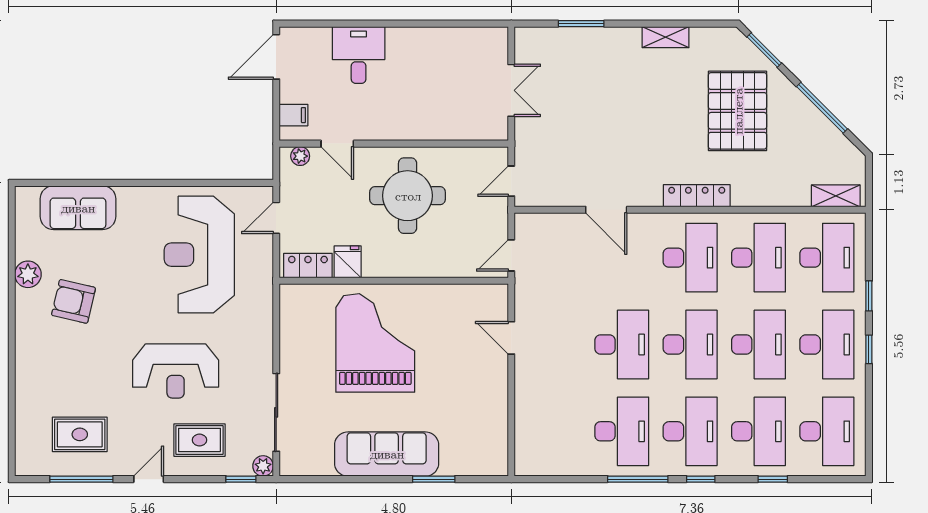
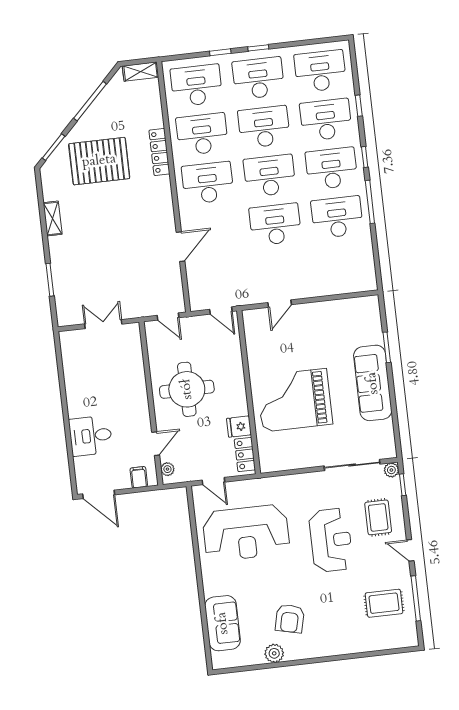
locker: (697, 196) -> (159, 152), moved
shelving: (836, 196) -> (141, 72), moved, turned 90
rug: (80, 434) -> (384, 603), turned 90

